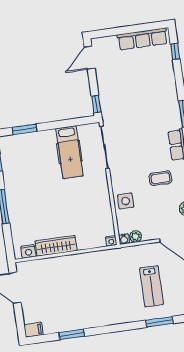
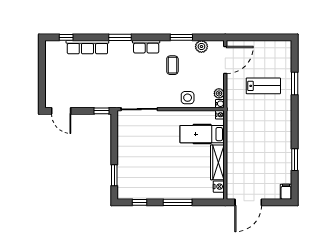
row of seats: (142, 39) -> (87, 47), moved, turned 90
hospital bed: (69, 152) -> (202, 134), moved, turned 180

